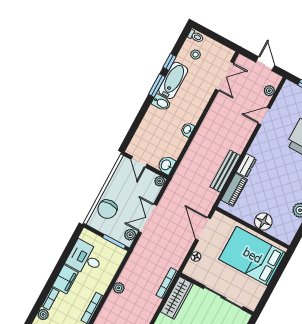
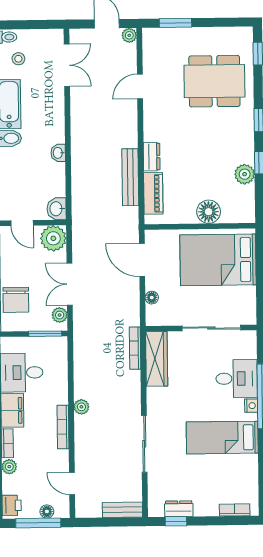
plant: (269, 91) -> (129, 35), moved
plant: (160, 181) -> (53, 238), width x1.88, depth x1.88
plant: (119, 288) -> (81, 407), moved

